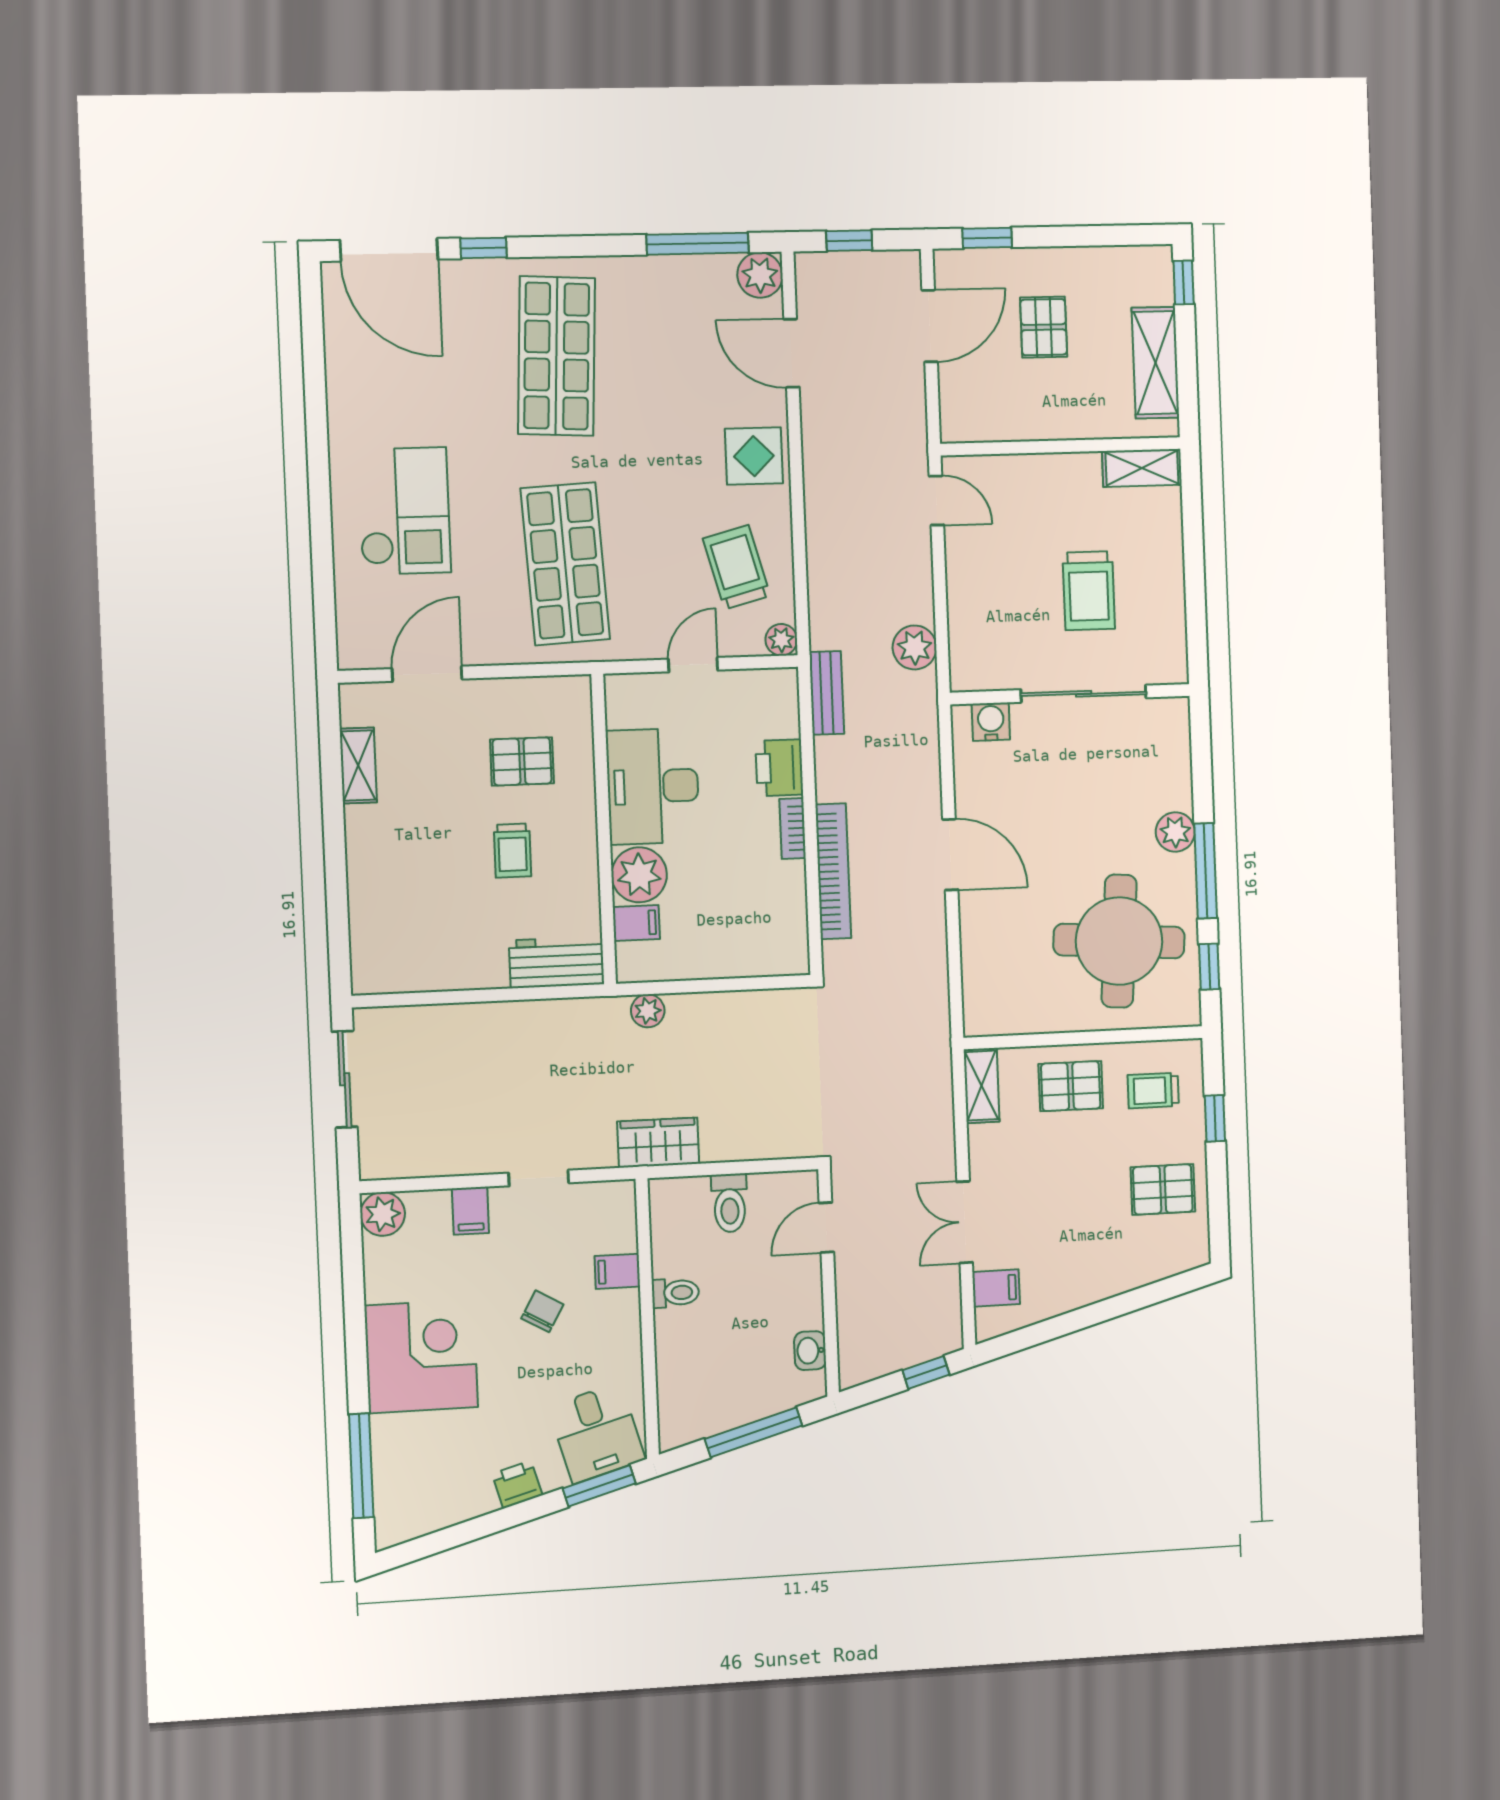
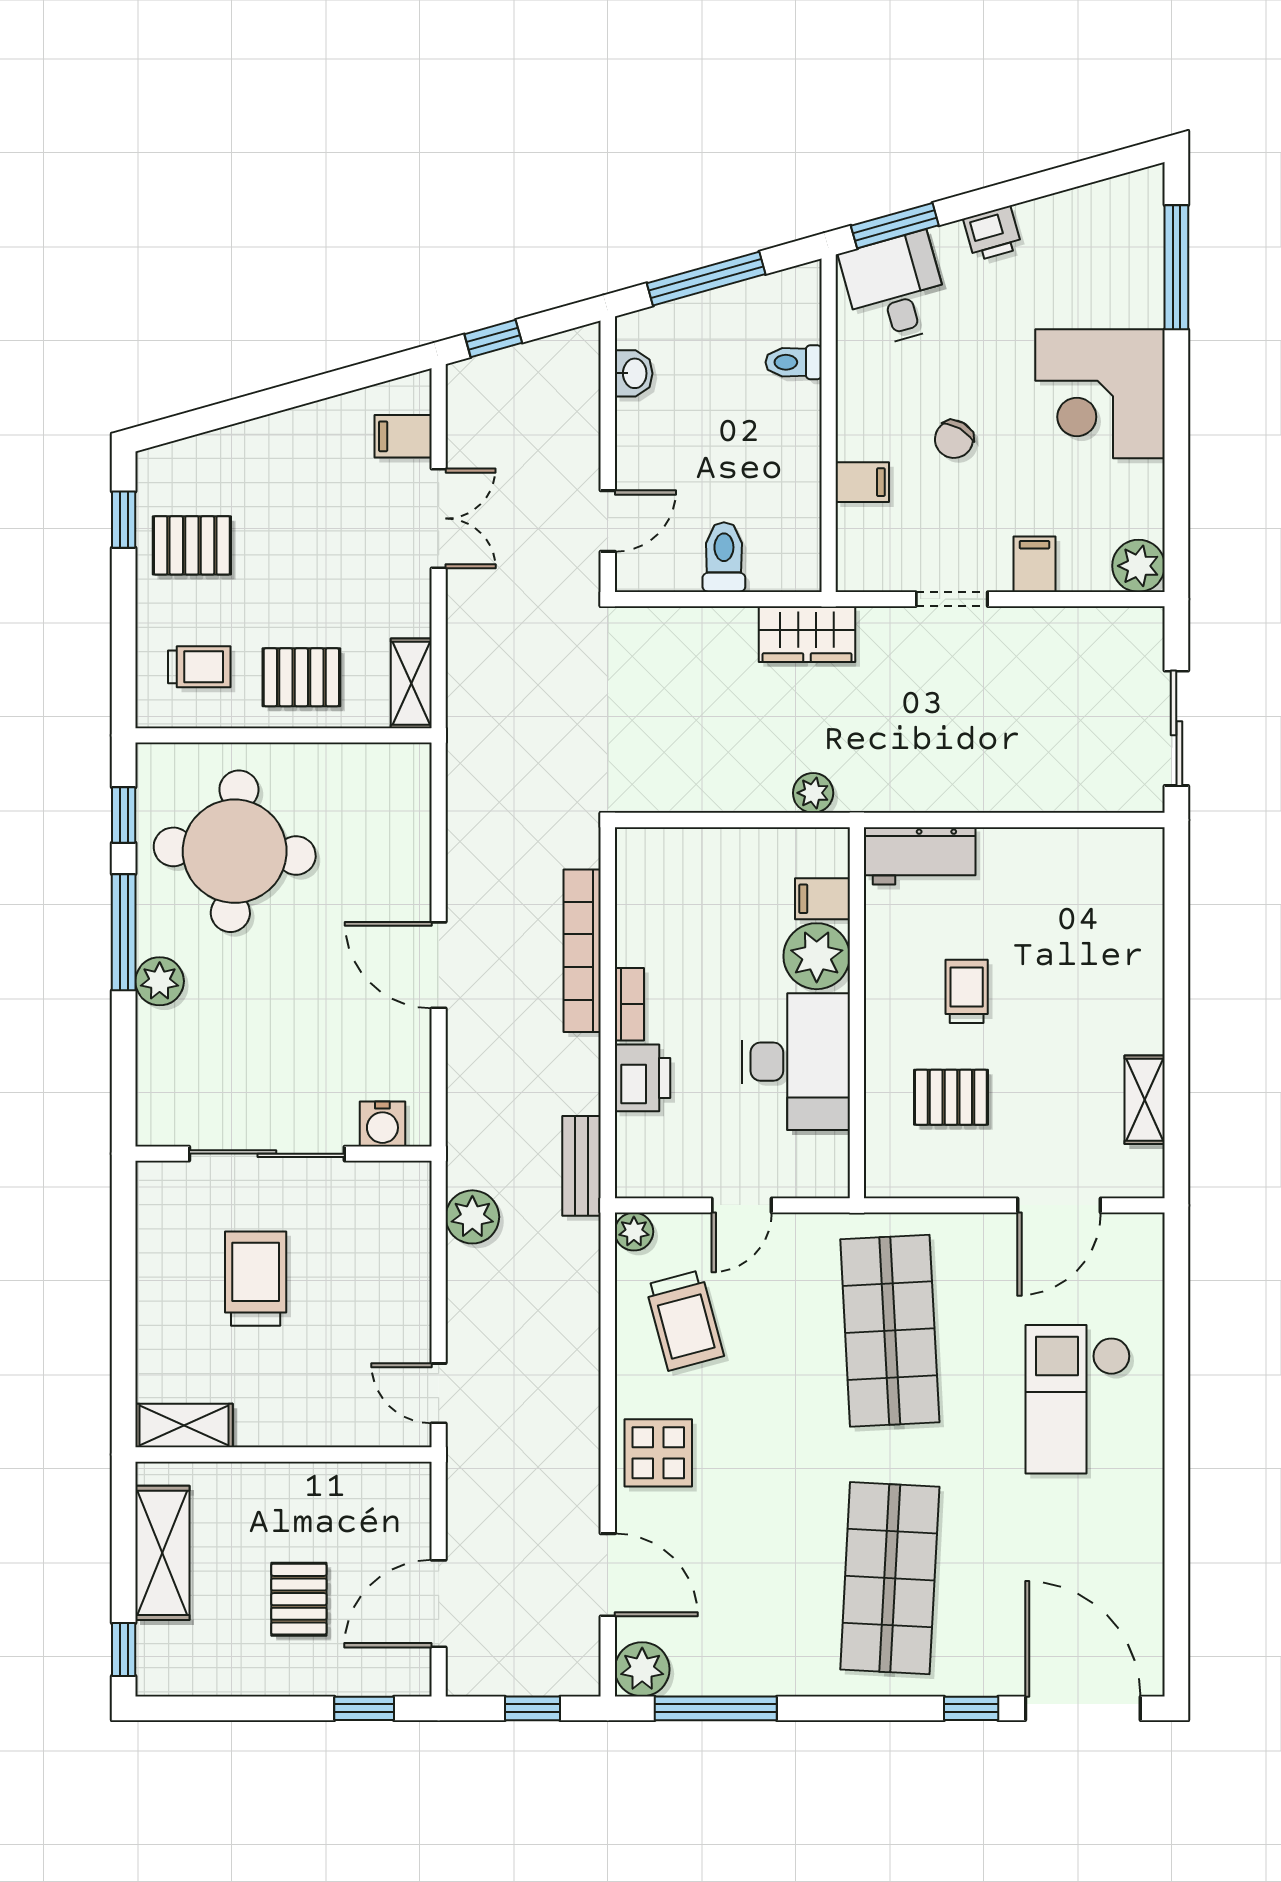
window: (1215, 1118) -> (124, 520), moved
toilet: (675, 1293) -> (794, 362), moved

